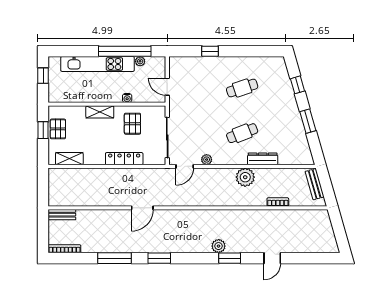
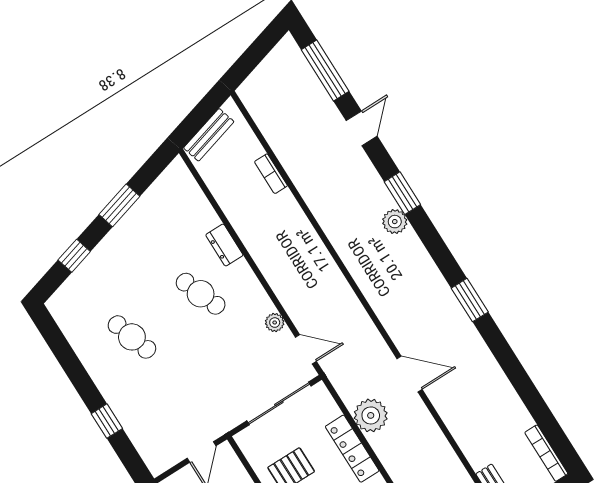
dresser: (263, 159) -> (224, 245), width x0.70
plant: (245, 177) -> (371, 415), moved
window: (114, 258) -> (325, 70), moved
door: (272, 258) -> (362, 128), hinge flipped

